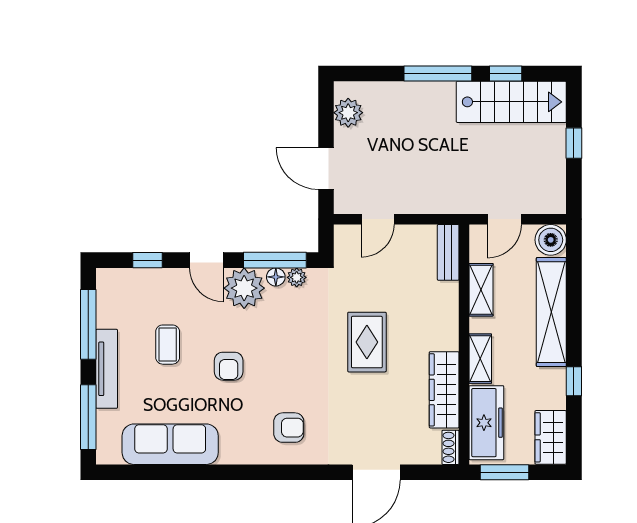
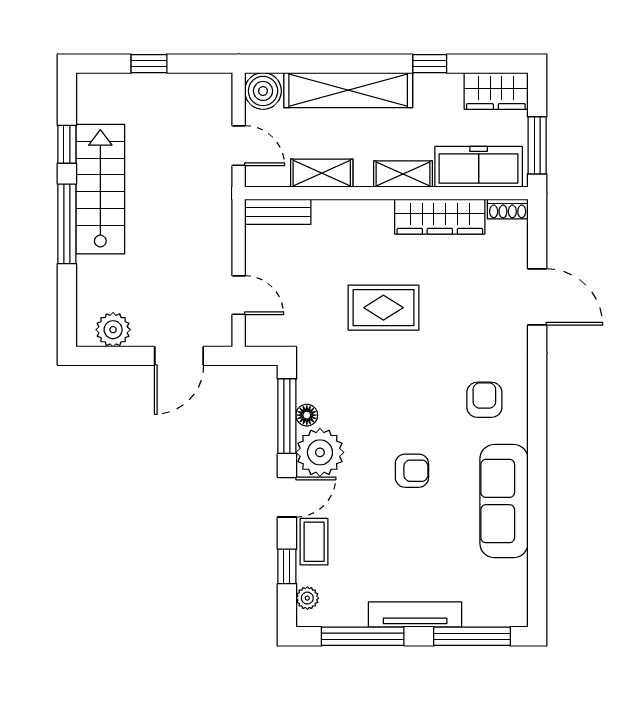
stairs: (511, 102) -> (100, 189), moved
plant: (297, 277) -> (307, 598), moved
coffee table: (168, 345) -> (314, 542), moved, turned 90
sofa: (170, 444) -> (504, 501), moved

